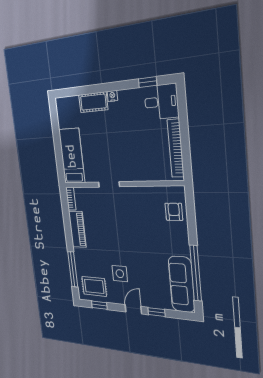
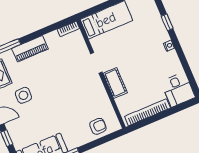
window: (148, 82) -> (167, 22), moved
cot: (93, 102) -> (115, 83), moved
piano: (77, 229) -> (30, 49), moved

